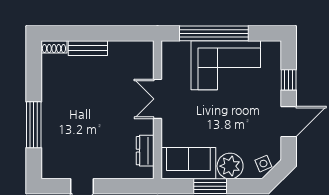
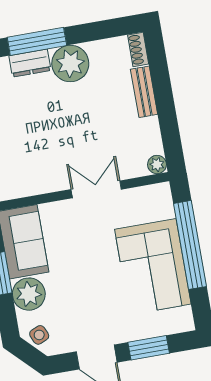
plant: (146, 48) -> (157, 165), added
window: (289, 80) -> (149, 348), width x1.50
plant: (56, 102) -> (70, 64), added
dresser: (145, 151) -> (30, 63), moved, turned 180

